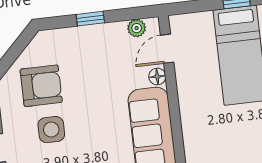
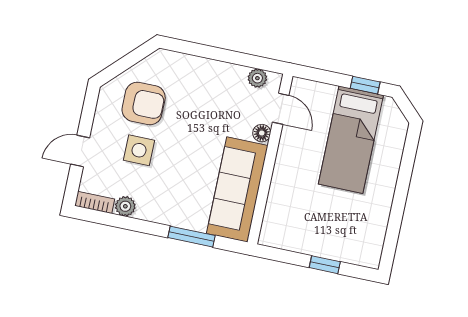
window: (90, 19) -> (215, 53), removed
door: (167, 49) -> (281, 109), swing flipped

